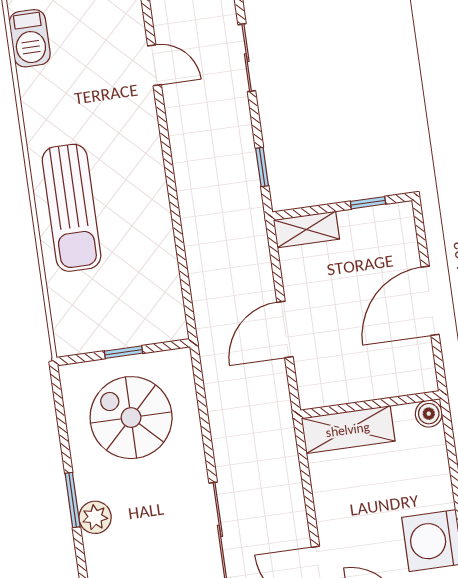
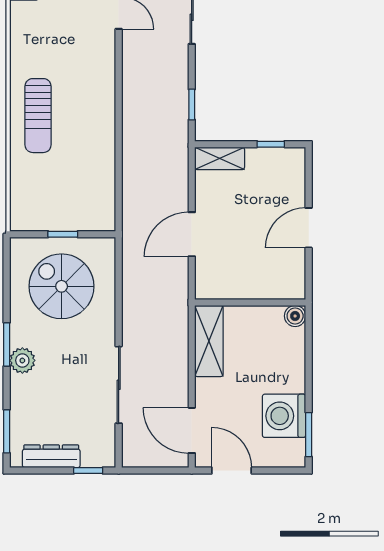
sun lounger: (72, 208) -> (38, 116), width x0.73, depth x0.75
door: (430, 301) -> (309, 228), width x0.73
shelving: (348, 430) -> (209, 341), moved, turned 90

